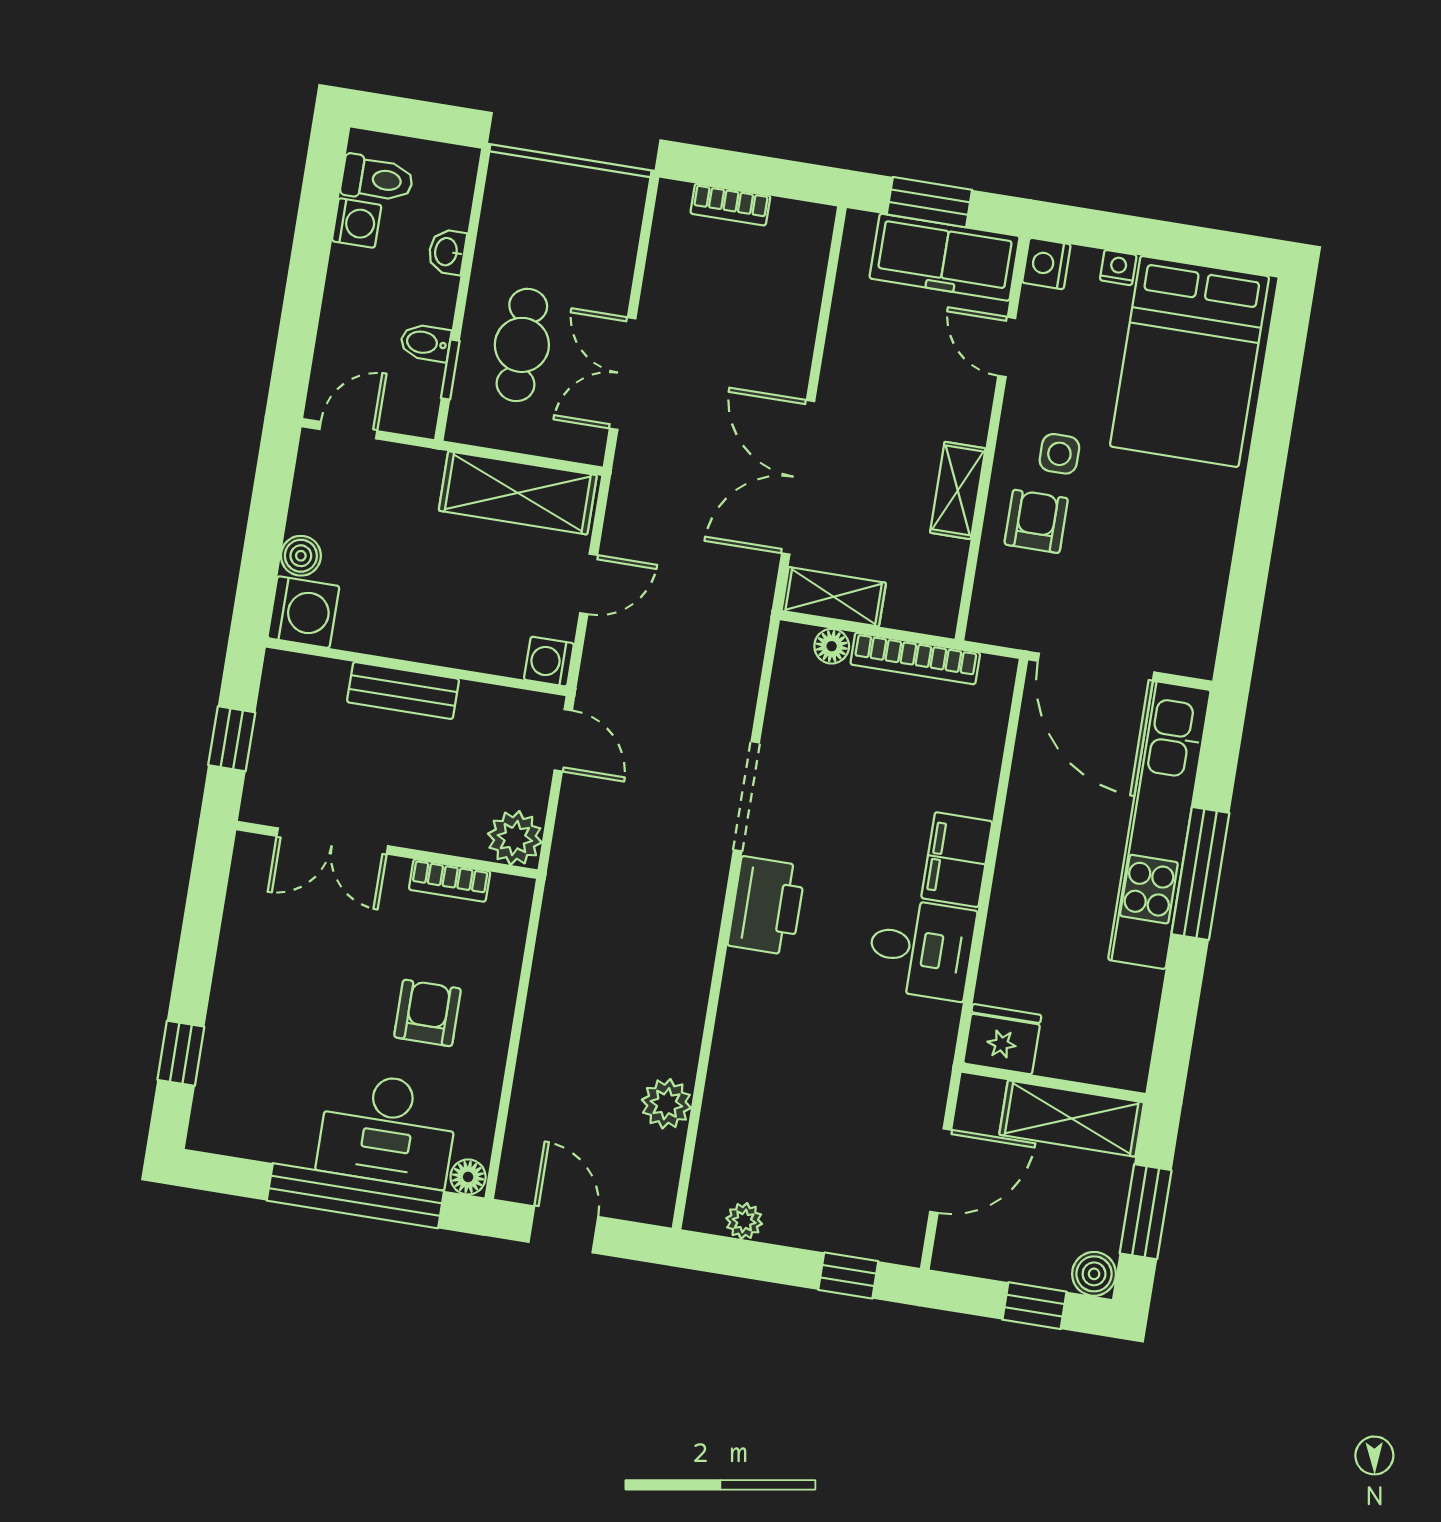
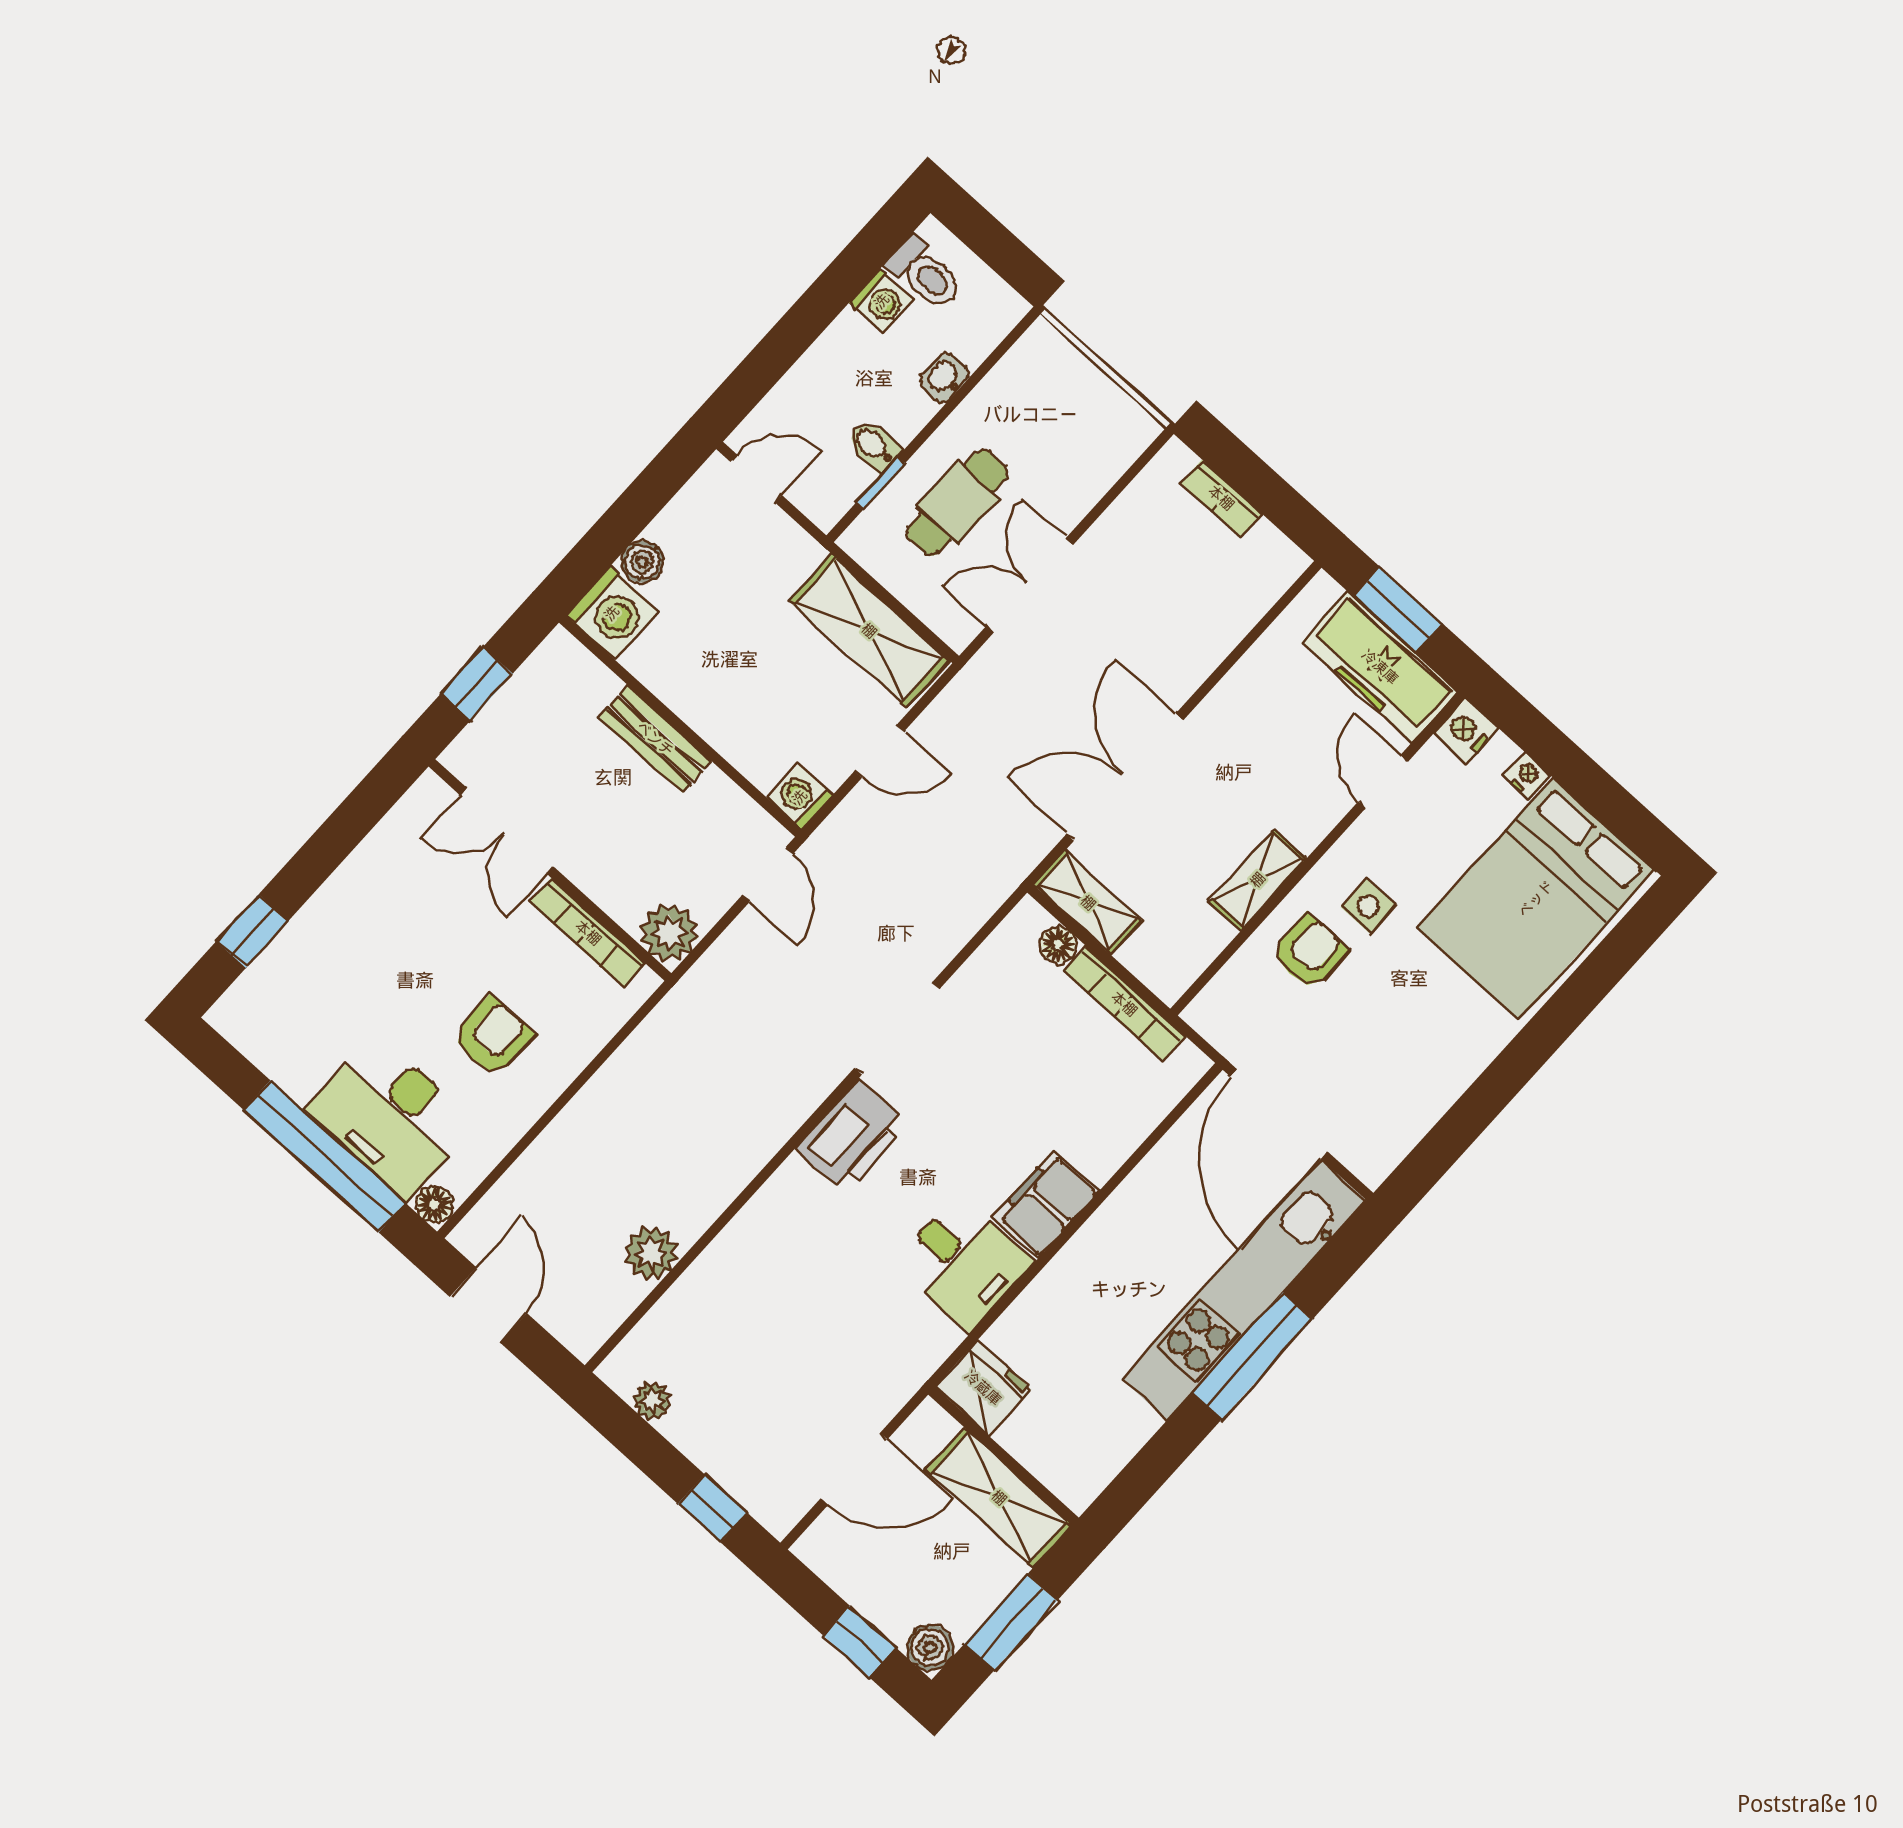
bookcase: (450, 881) -> (588, 933), width x1.56

